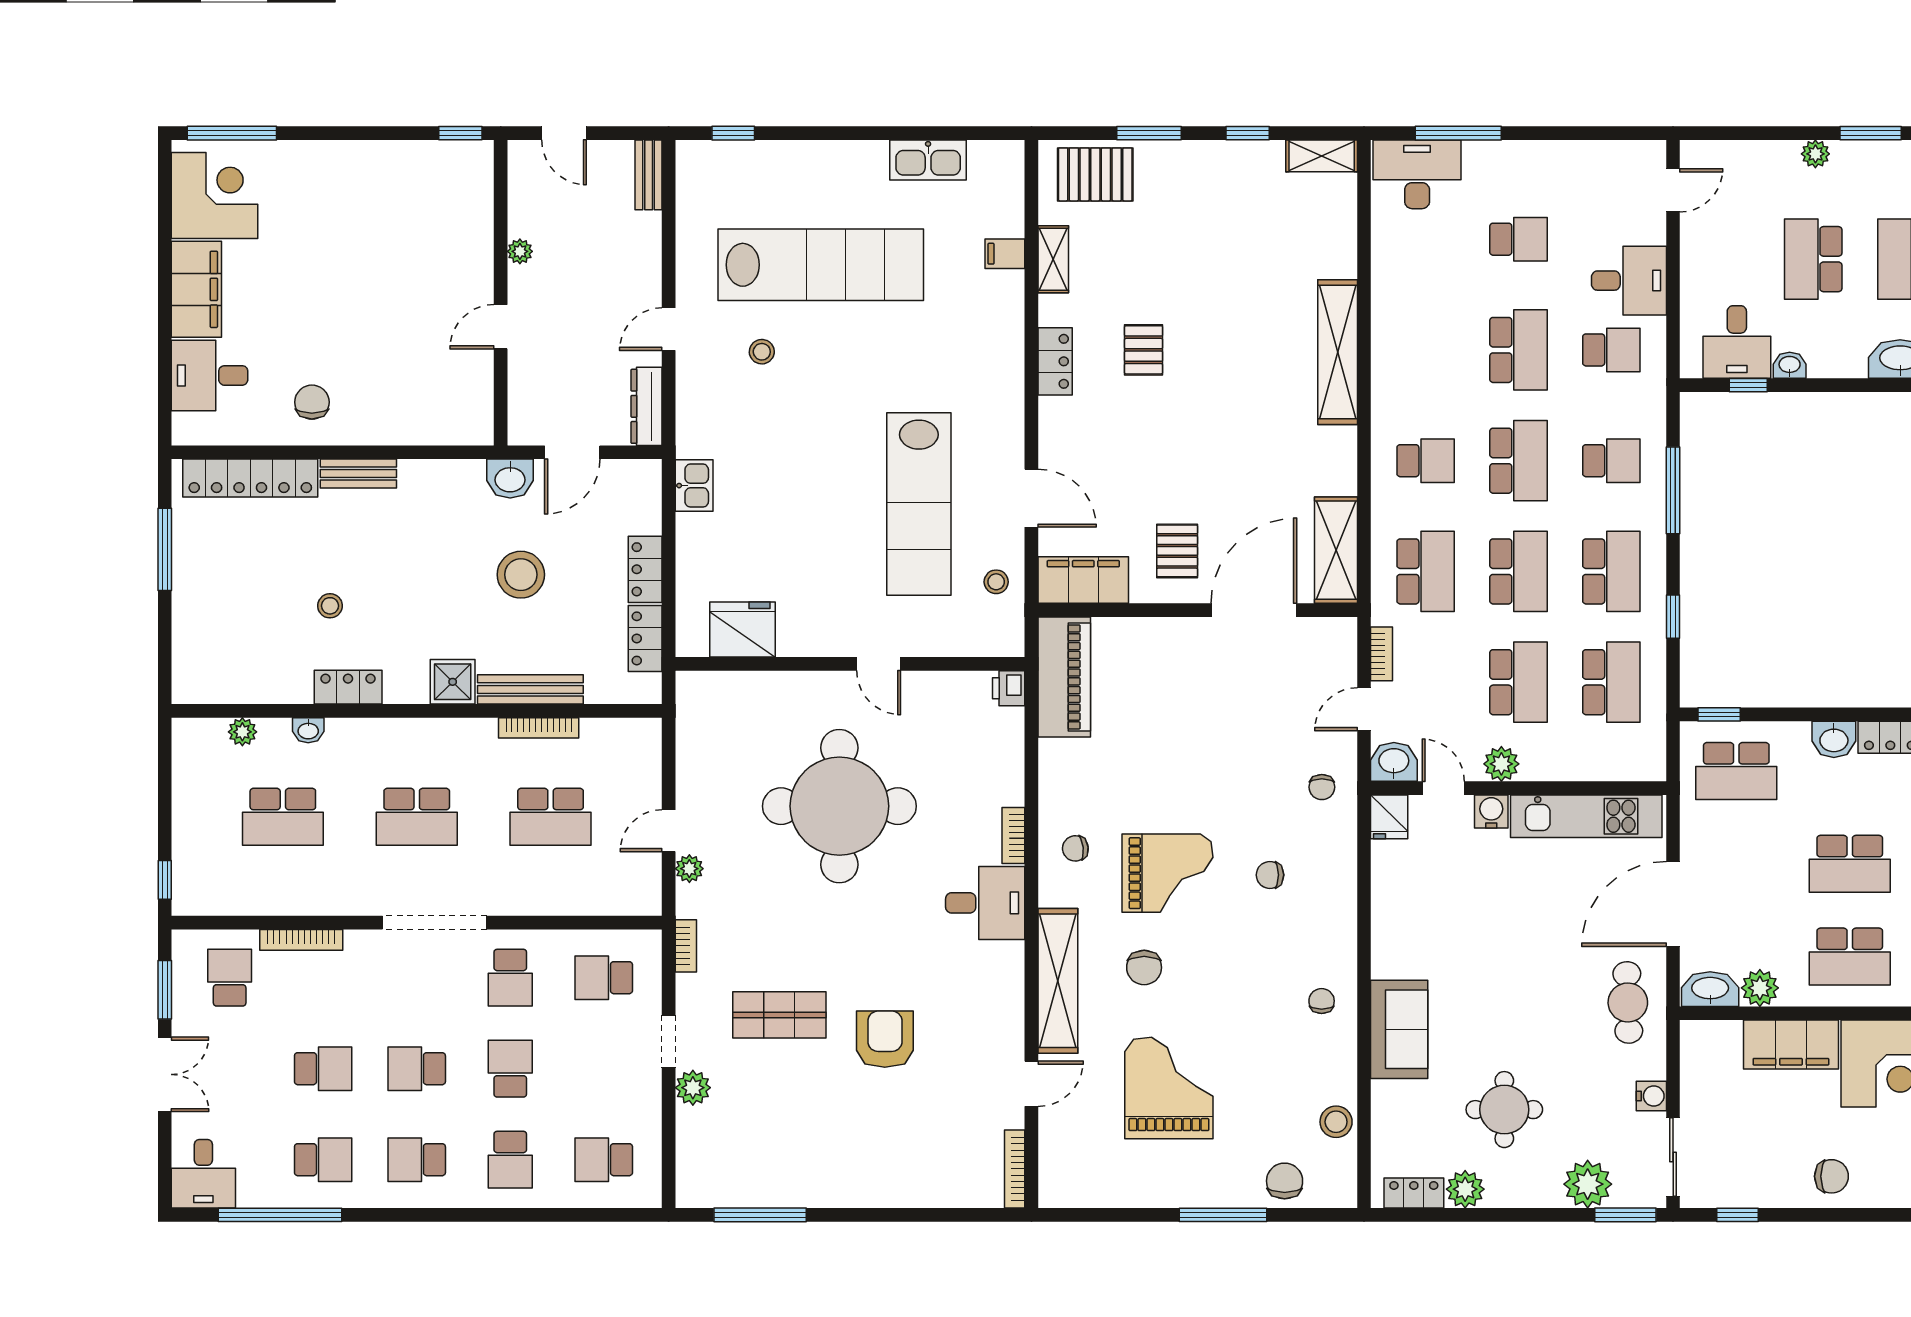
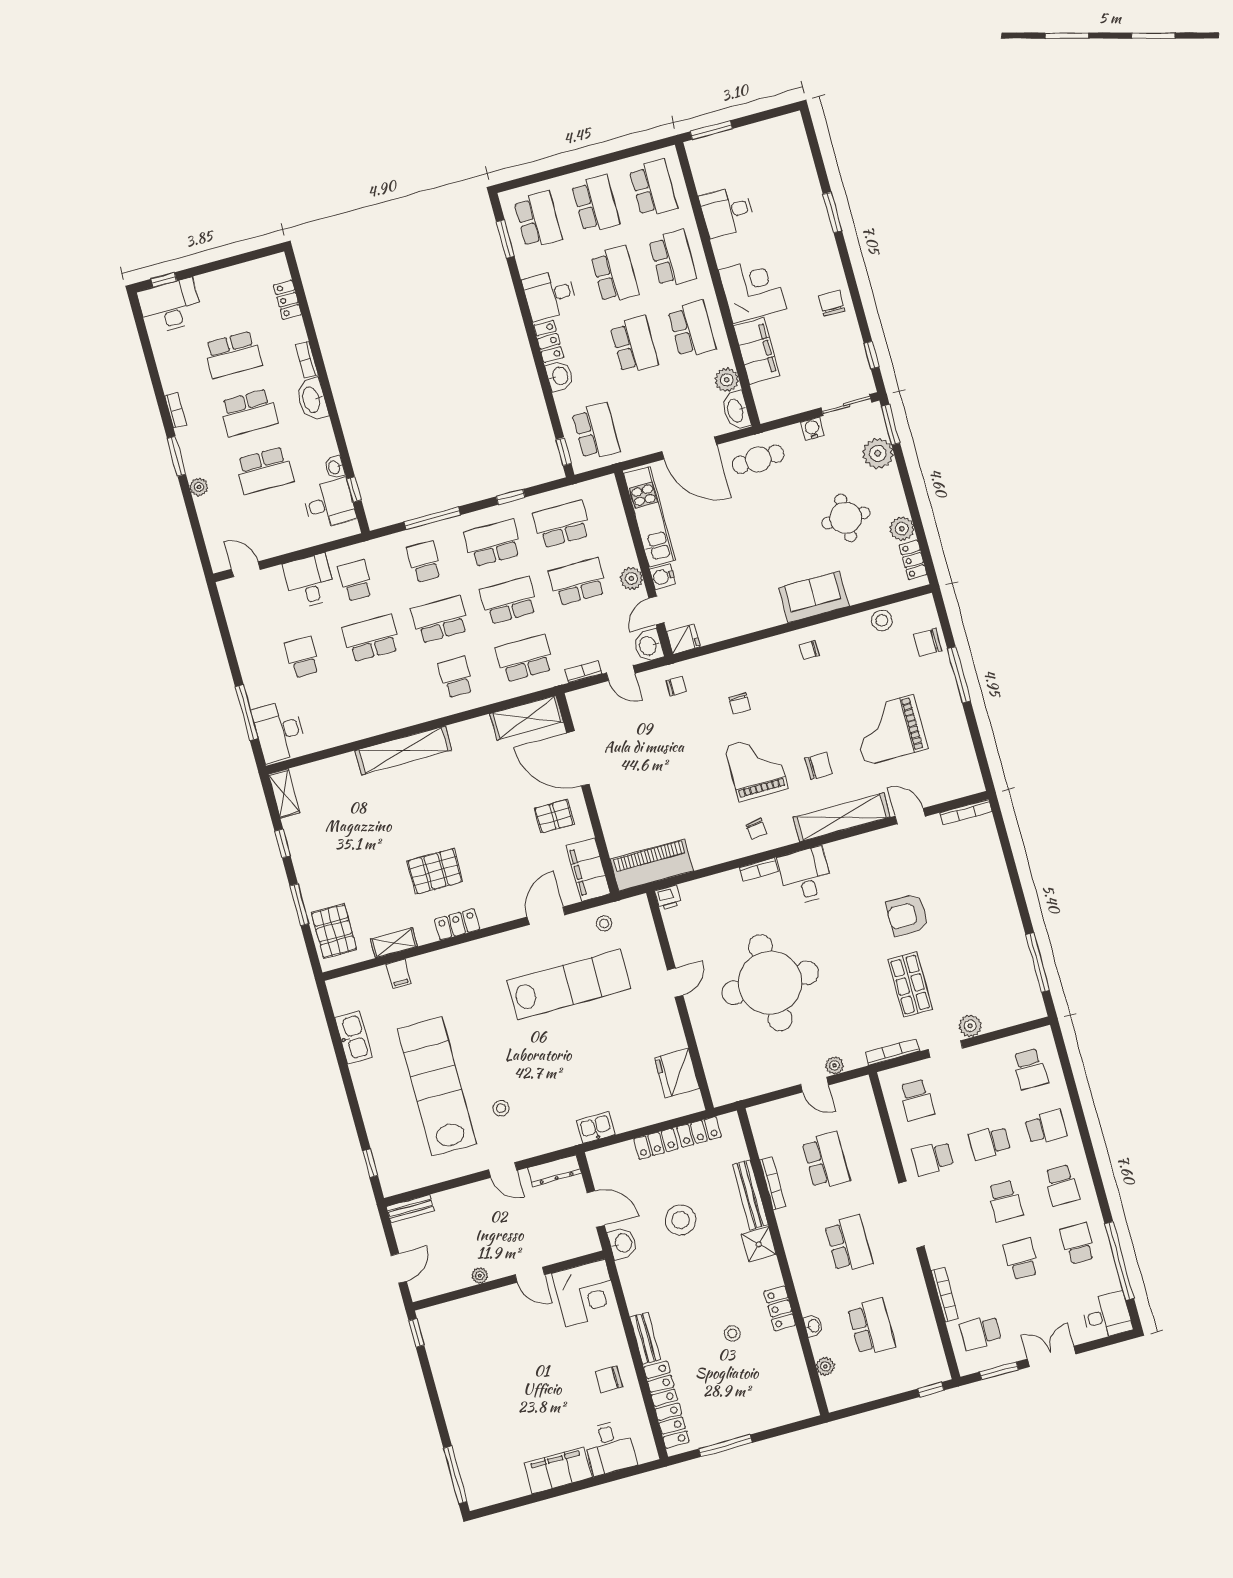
corner desk: (215, 196) -> (585, 1293), moved, turned 180
pallet: (1144, 350) -> (435, 871), width x1.50, depth x1.42
bookcase: (686, 946) -> (892, 1052), width x1.56
school desk: (510, 978) -> (933, 1158), turned 180

